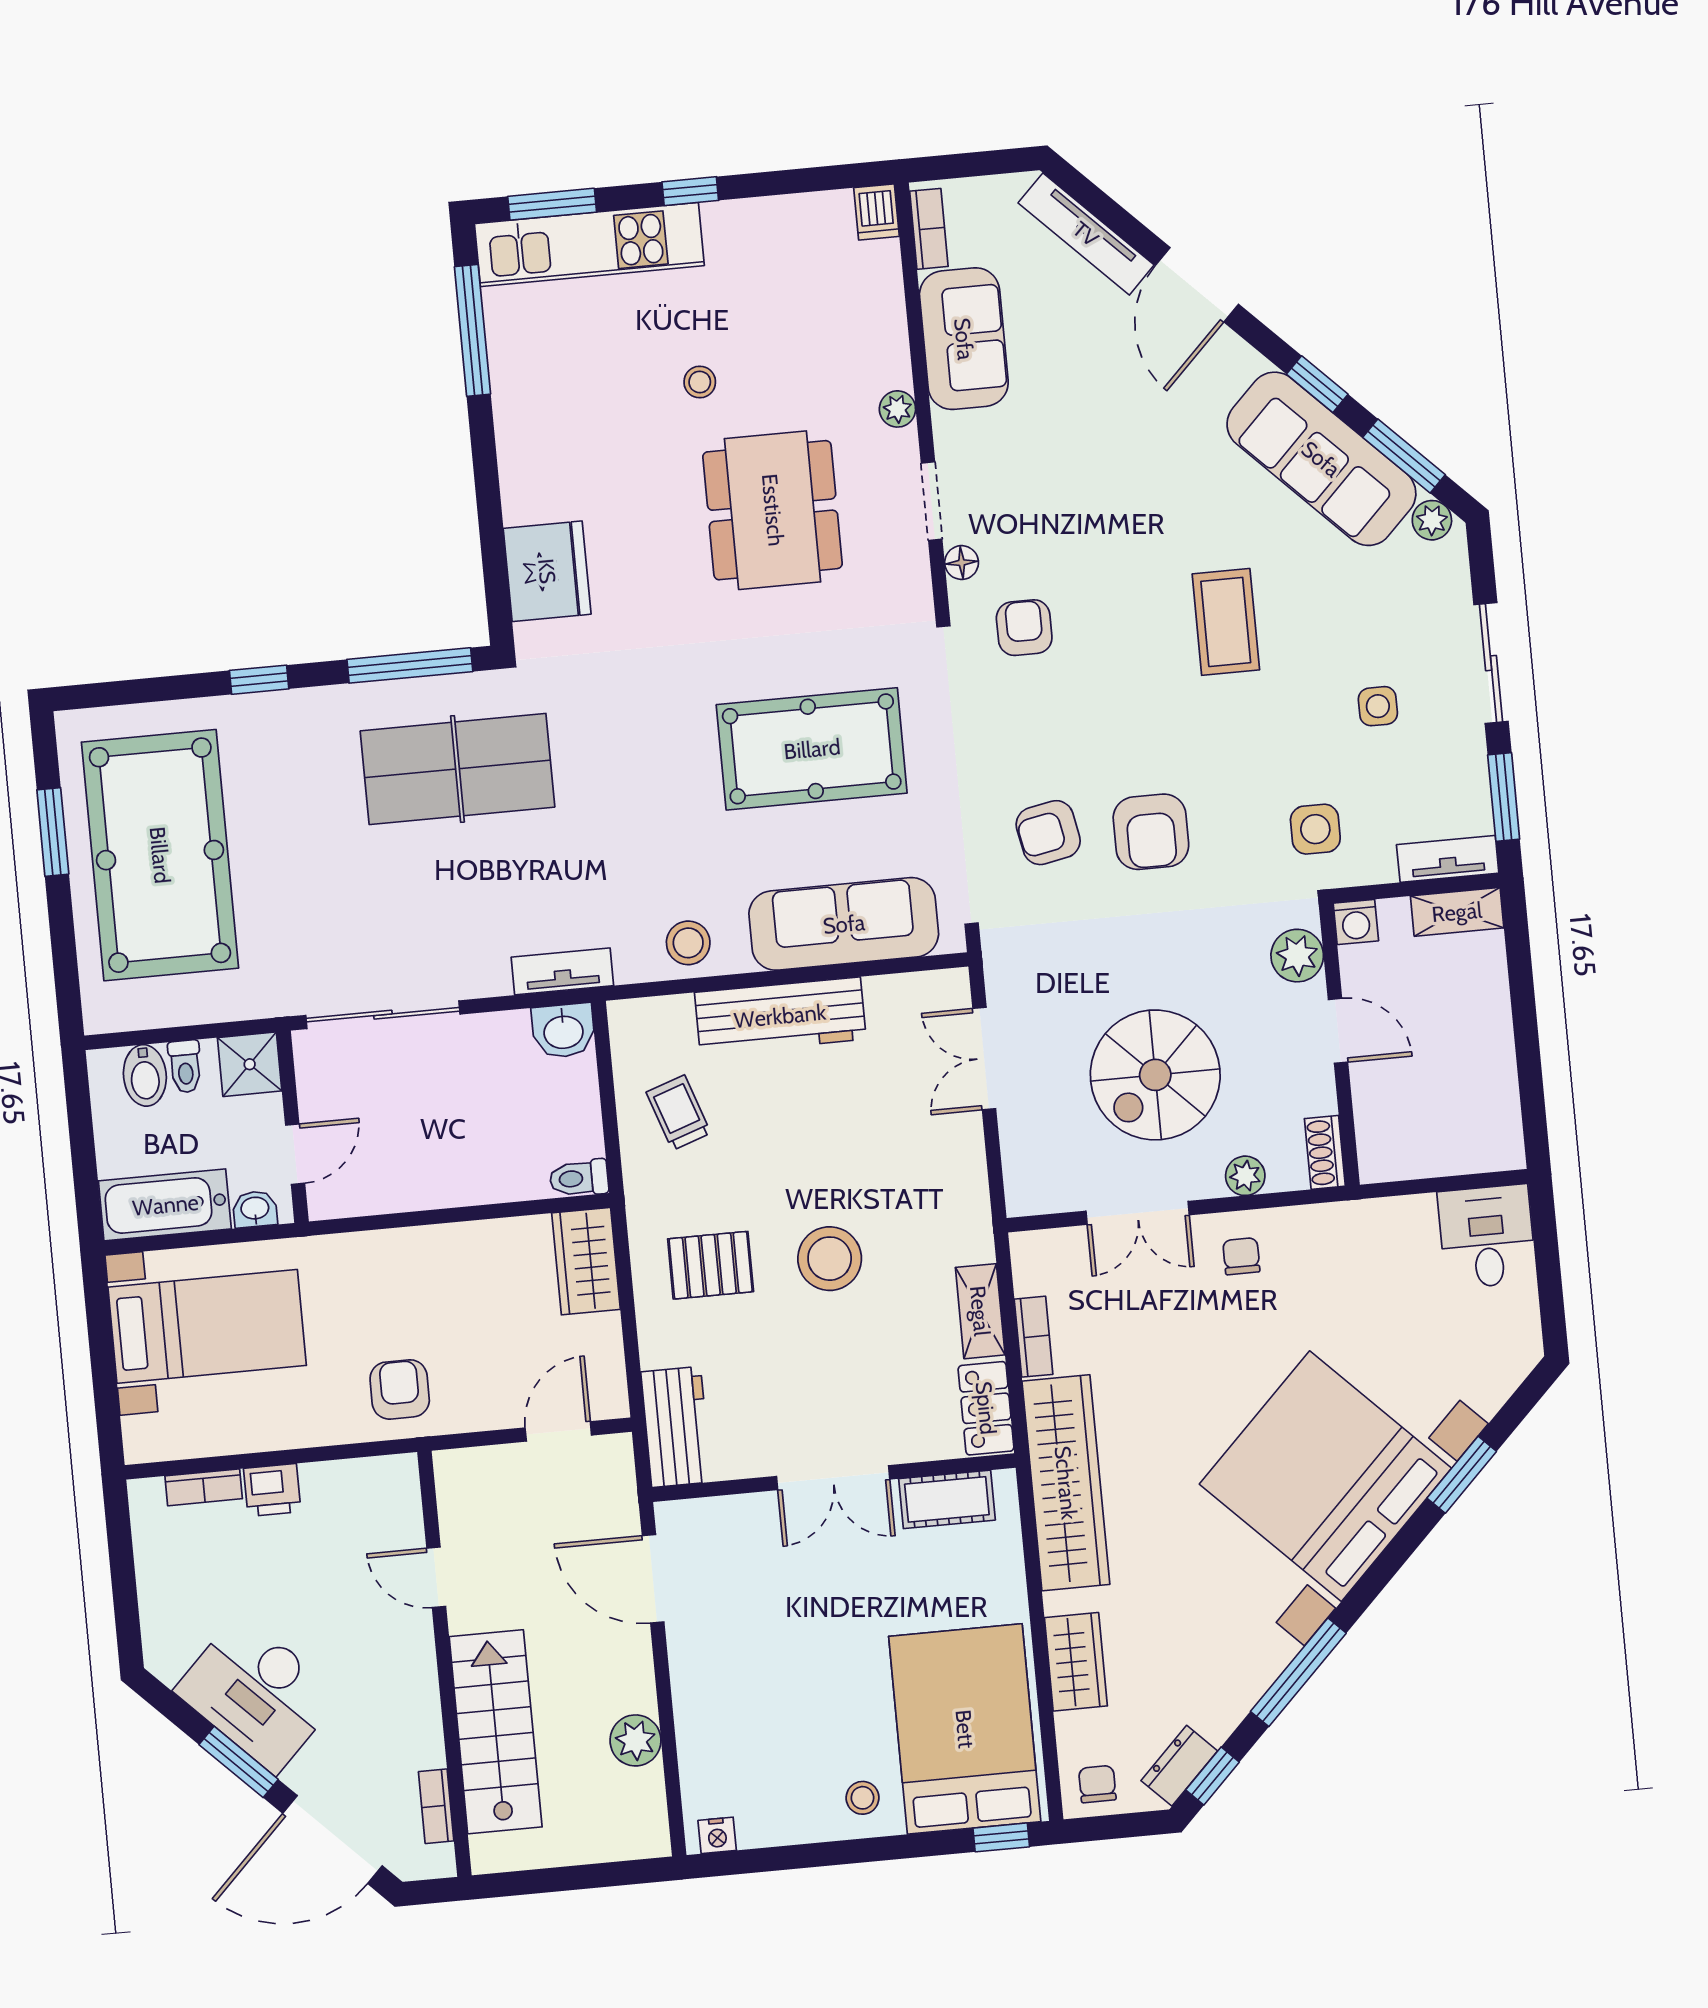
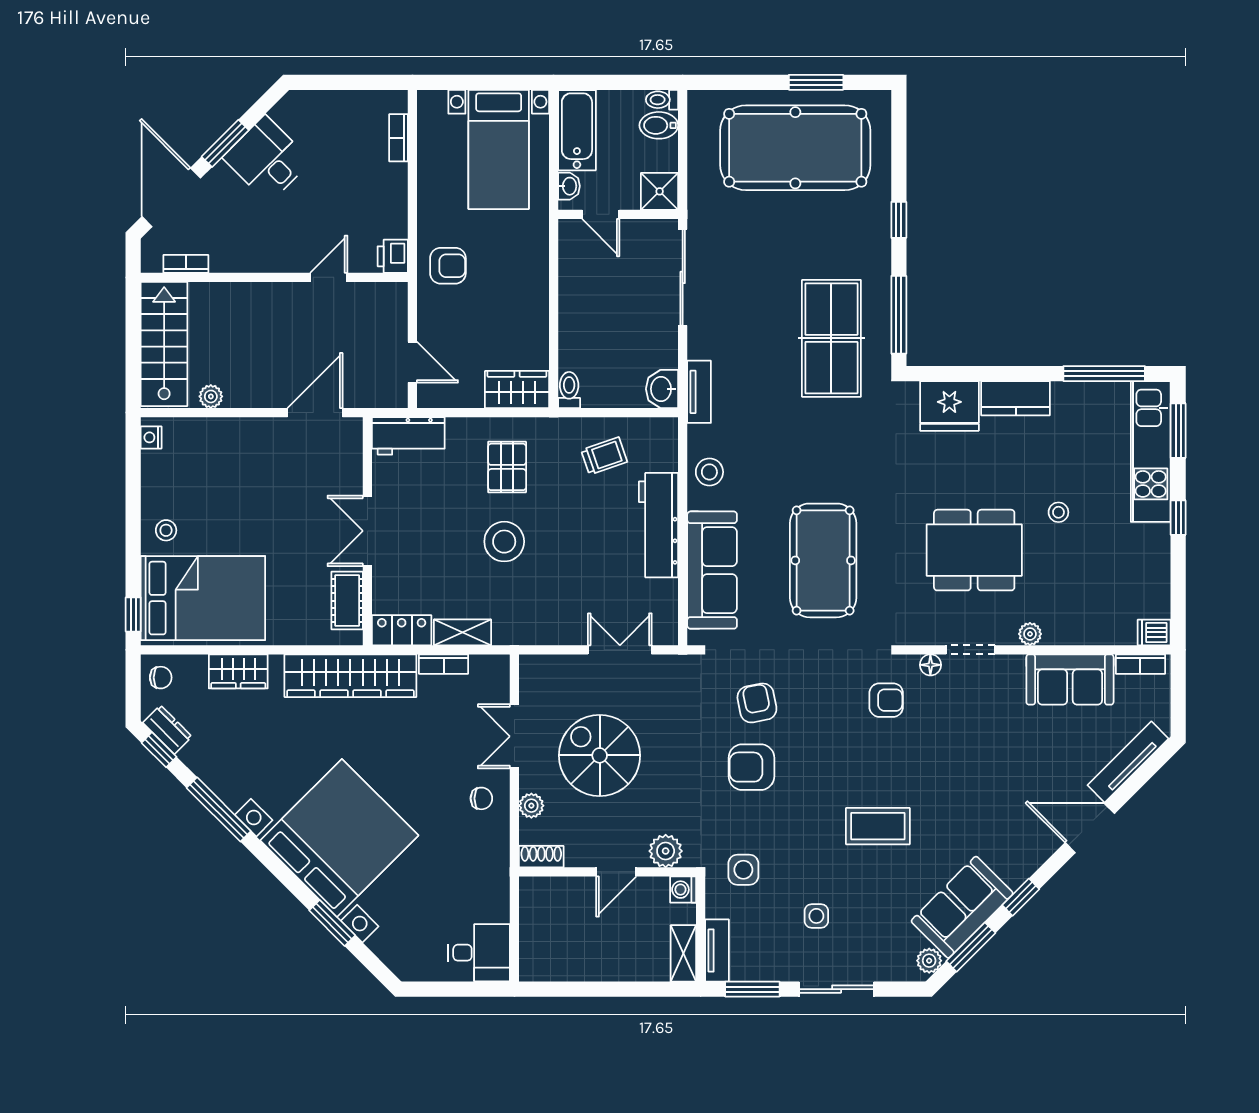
sofa: (1321, 459) -> (962, 907), width x0.73
kitchen counter: (525, 467) -> (1016, 398), added
toilet: (185, 1066) -> (662, 100), moved
printer: (272, 1490) -> (393, 256), moved
desk: (258, 1693) -> (267, 159), width x0.73
stairs: (496, 1732) -> (164, 344), moved, turned -90
plant: (635, 1740) -> (211, 396), width x0.73, depth x0.73

